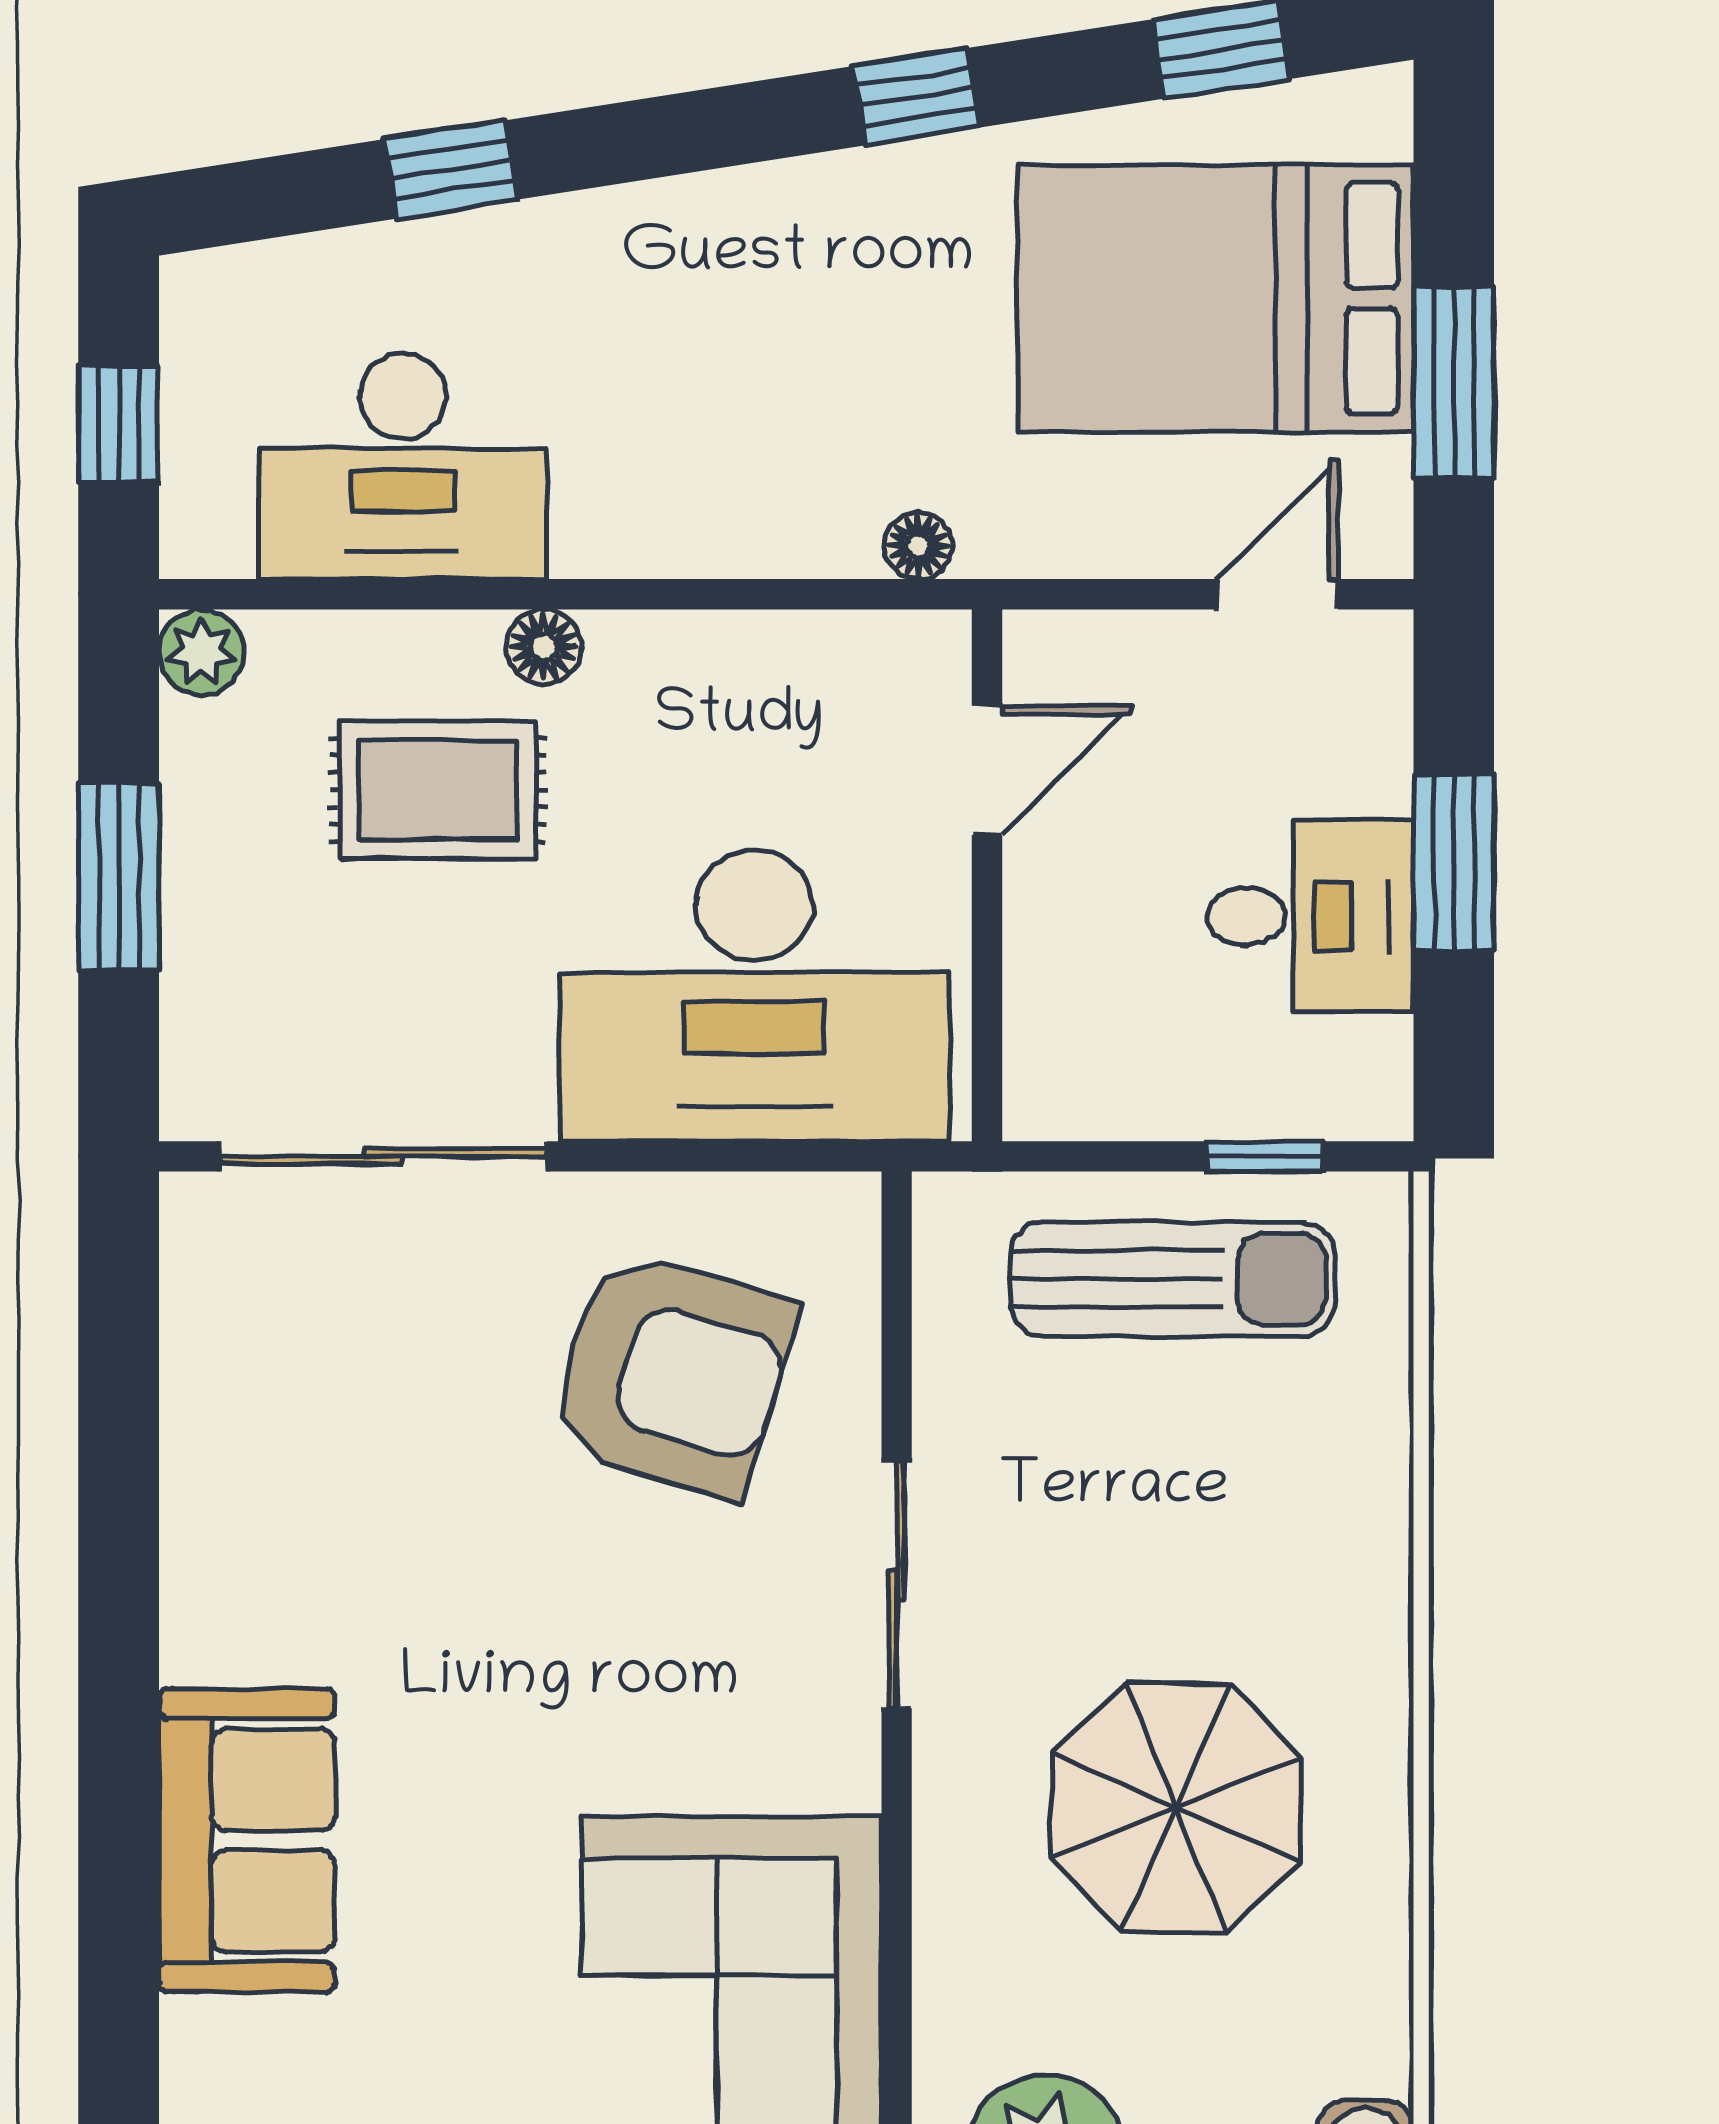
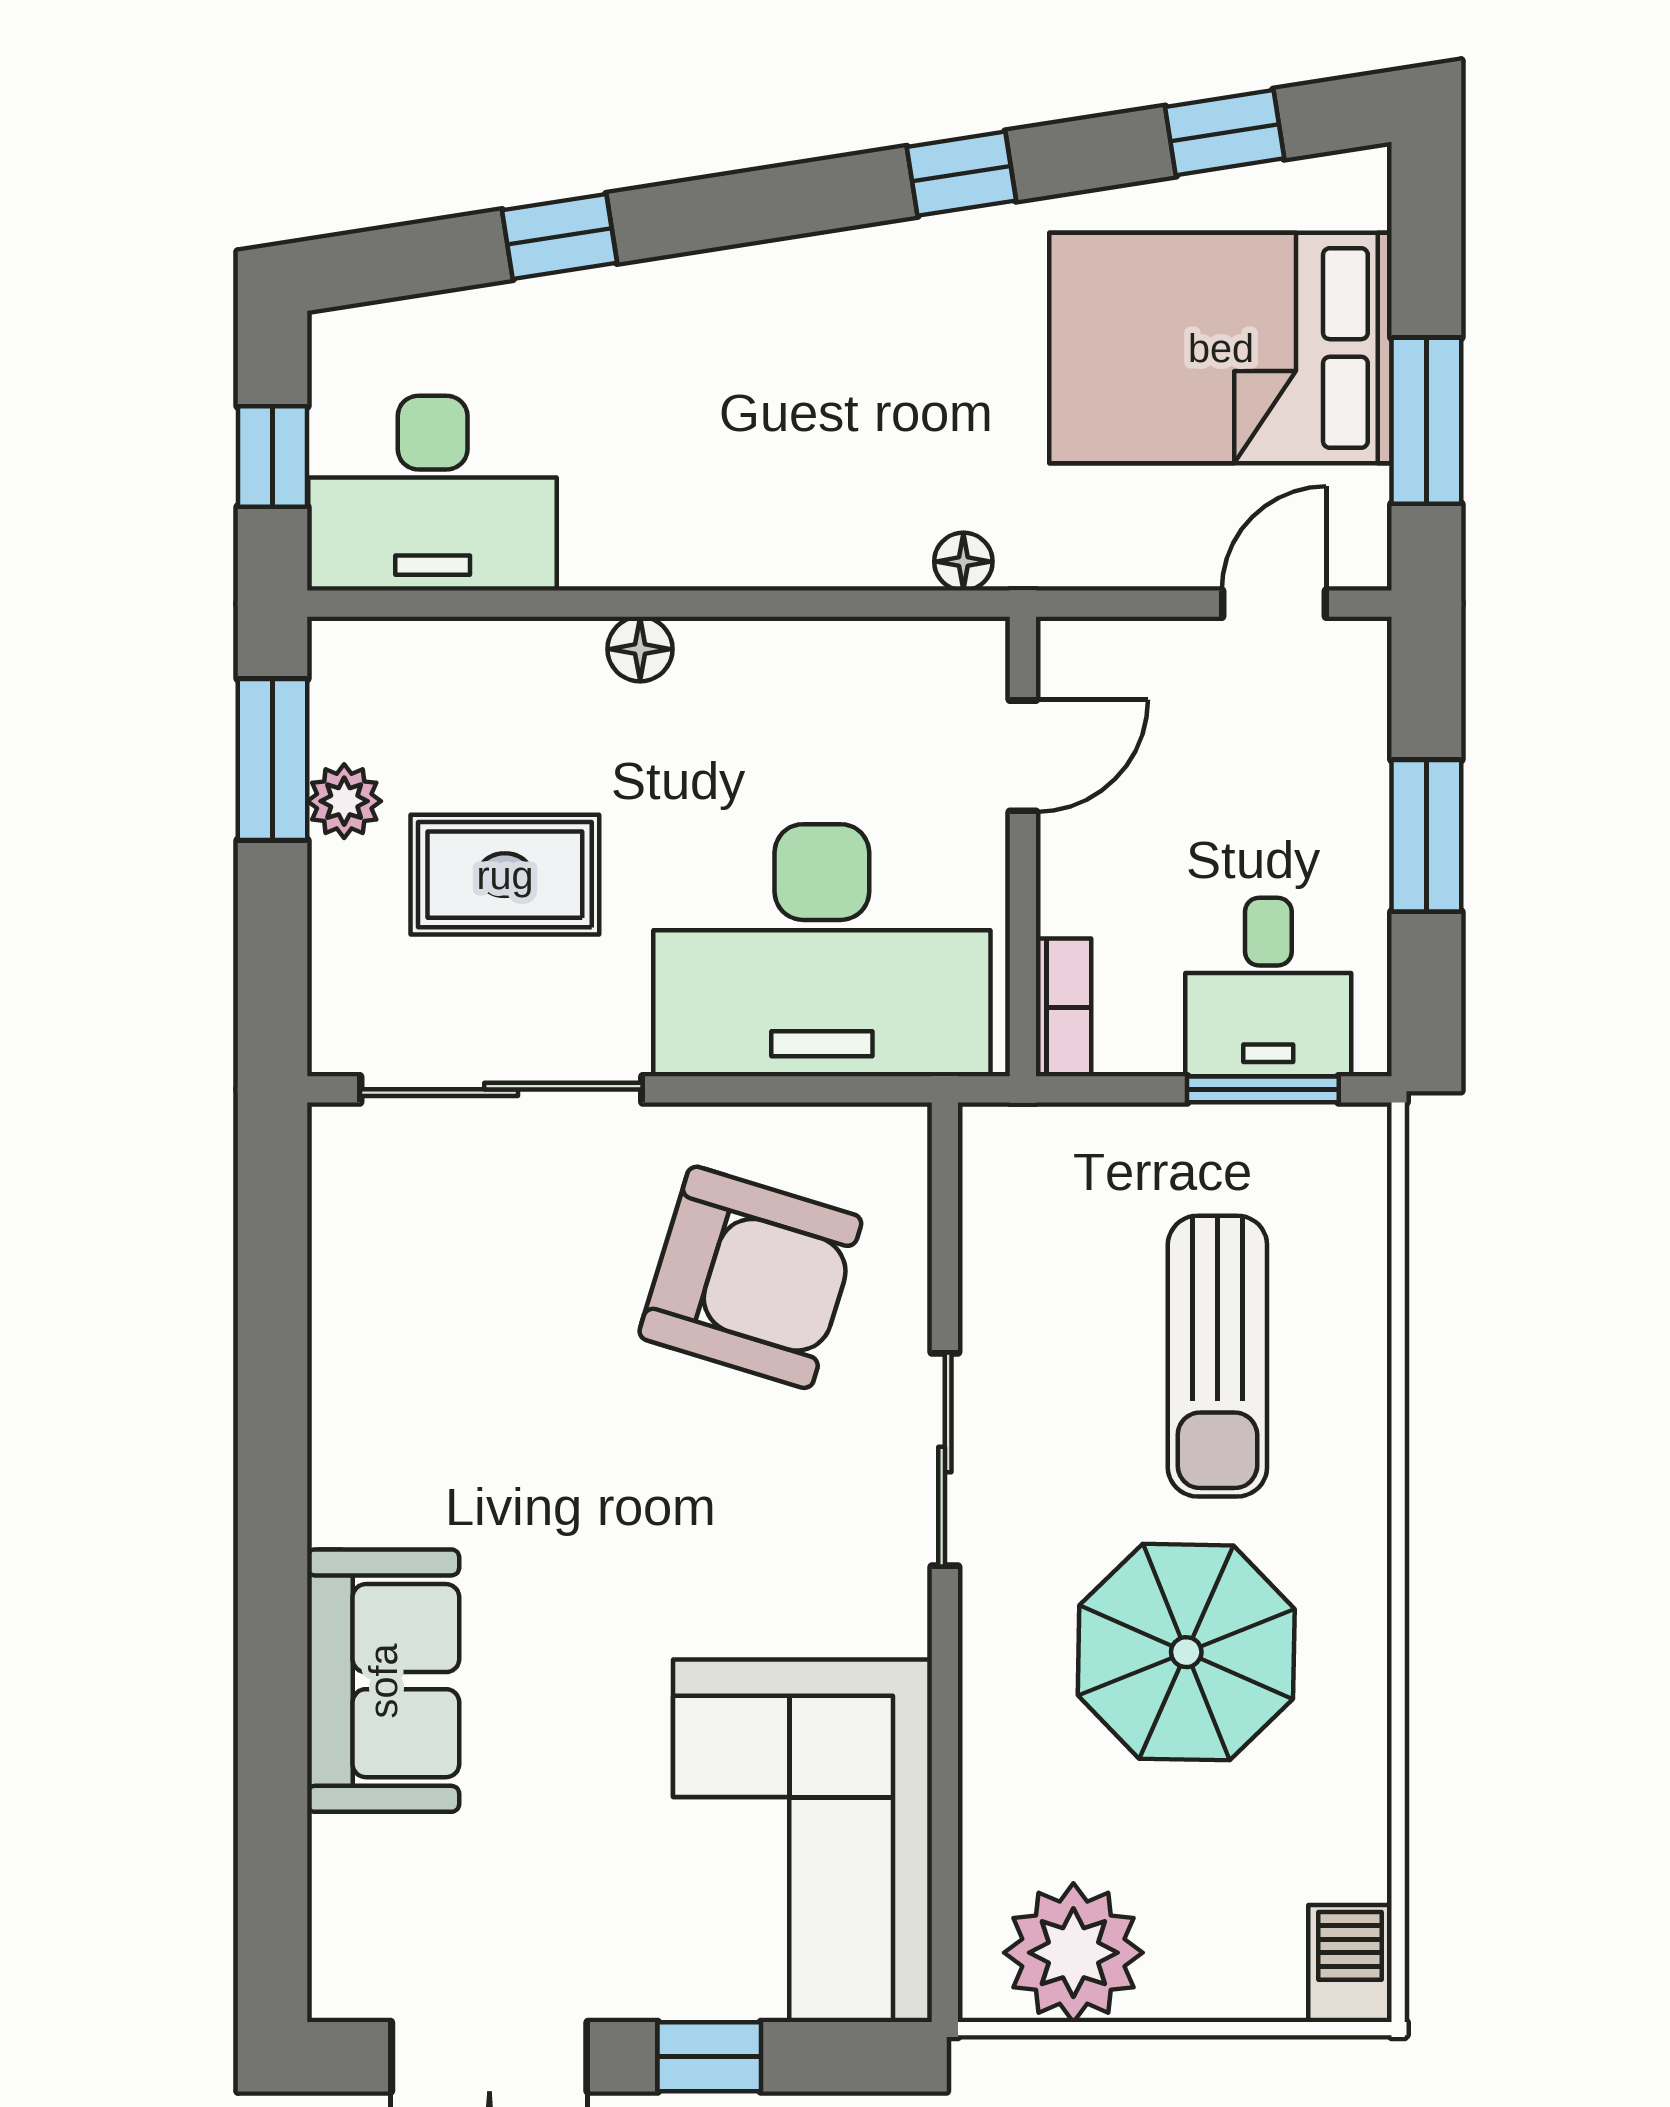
desk: (403, 466) -> (433, 493), moved
plant: (202, 652) -> (344, 801), moved
rug: (438, 790) -> (505, 875), moved
window: (119, 877) -> (272, 760), moved
desk: (1310, 916) -> (1268, 987), moved, turned 90
bookcase: (1034, 1061) -> (1064, 1007), added
window: (1265, 1156) -> (1263, 1089), width x1.50
sun lounger: (1172, 1279) -> (1217, 1356), moved, turned 90

